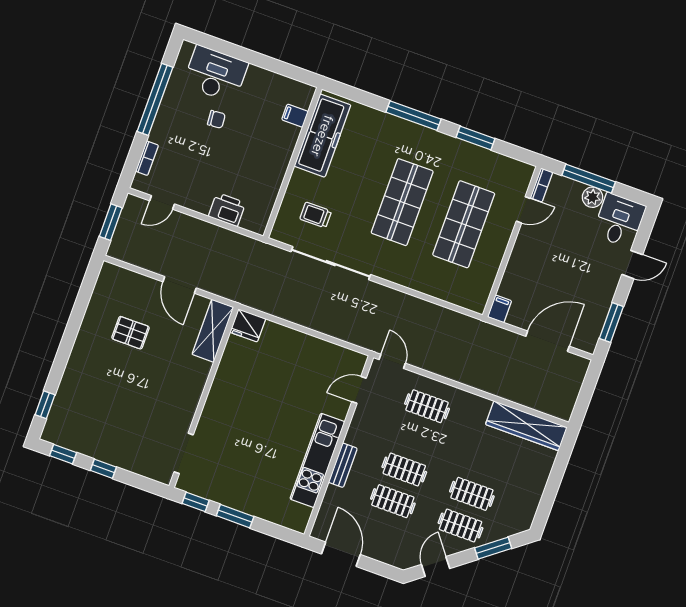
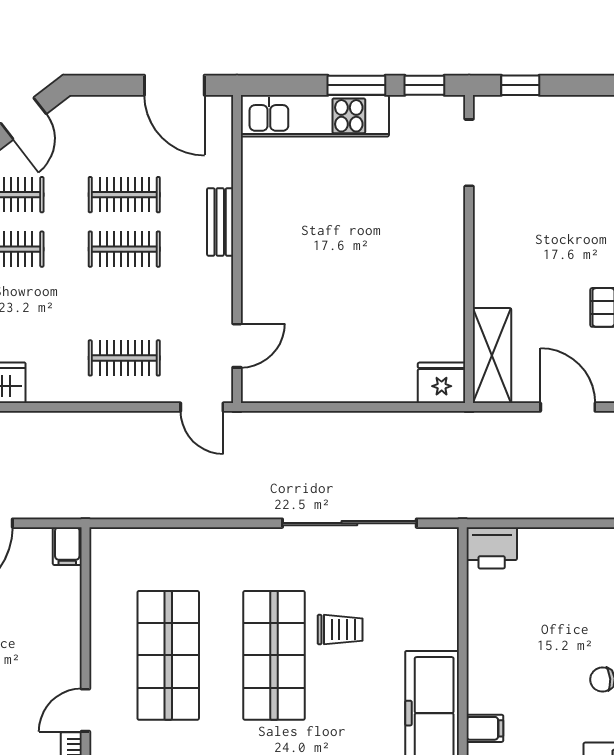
printer: (227, 210) -> (492, 548), moved
trolley: (316, 215) -> (340, 630), moved
kitchen unit: (317, 460) -> (315, 116), moved, turned 90
window: (103, 469) -> (520, 85), moved

